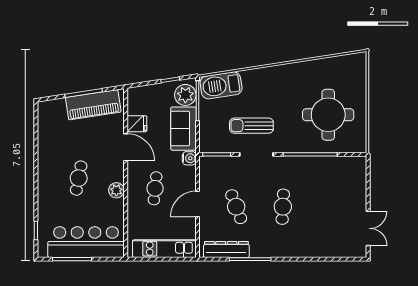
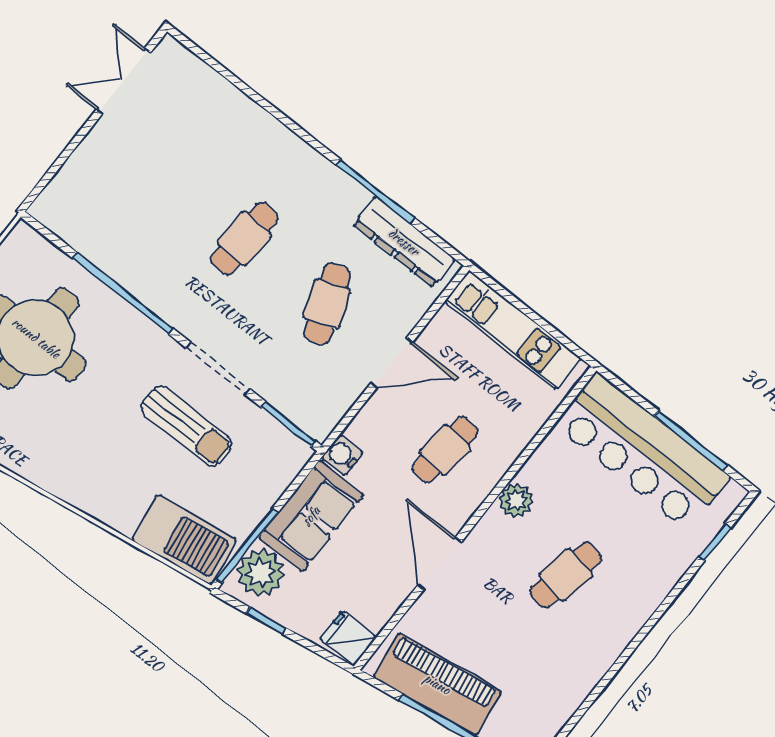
fridge: (137, 124) -> (348, 638), moved

